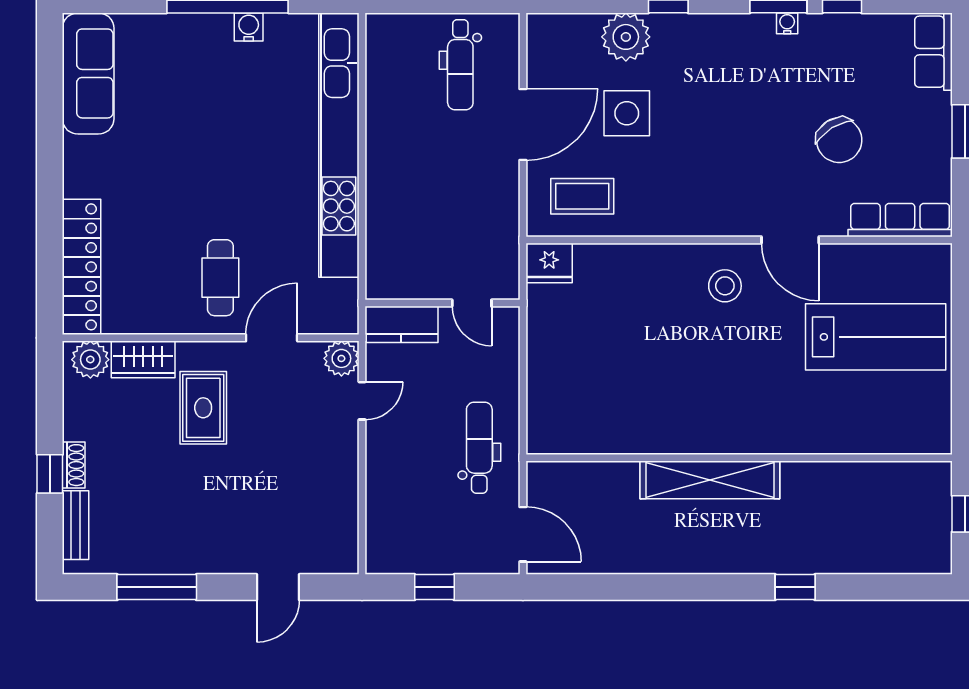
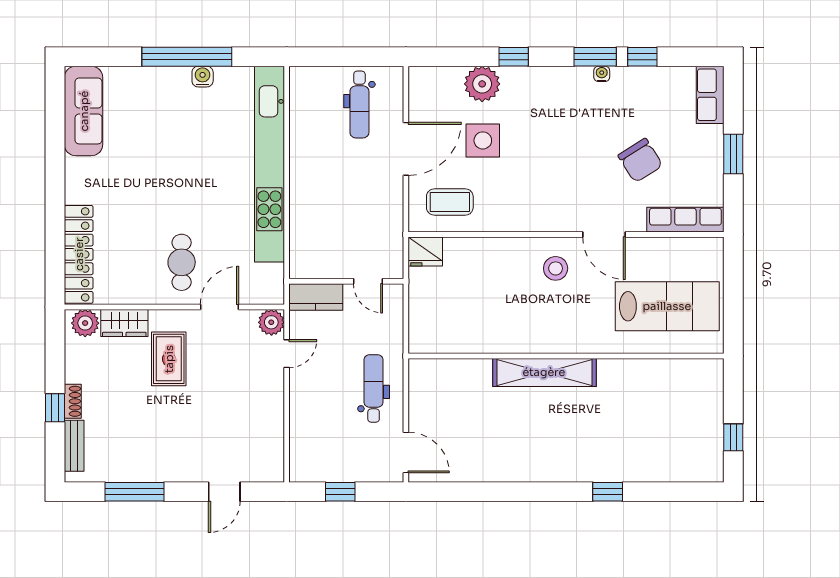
wall: (739, 458) -> (566, 356), moved
shelving: (710, 480) -> (544, 372), moved

